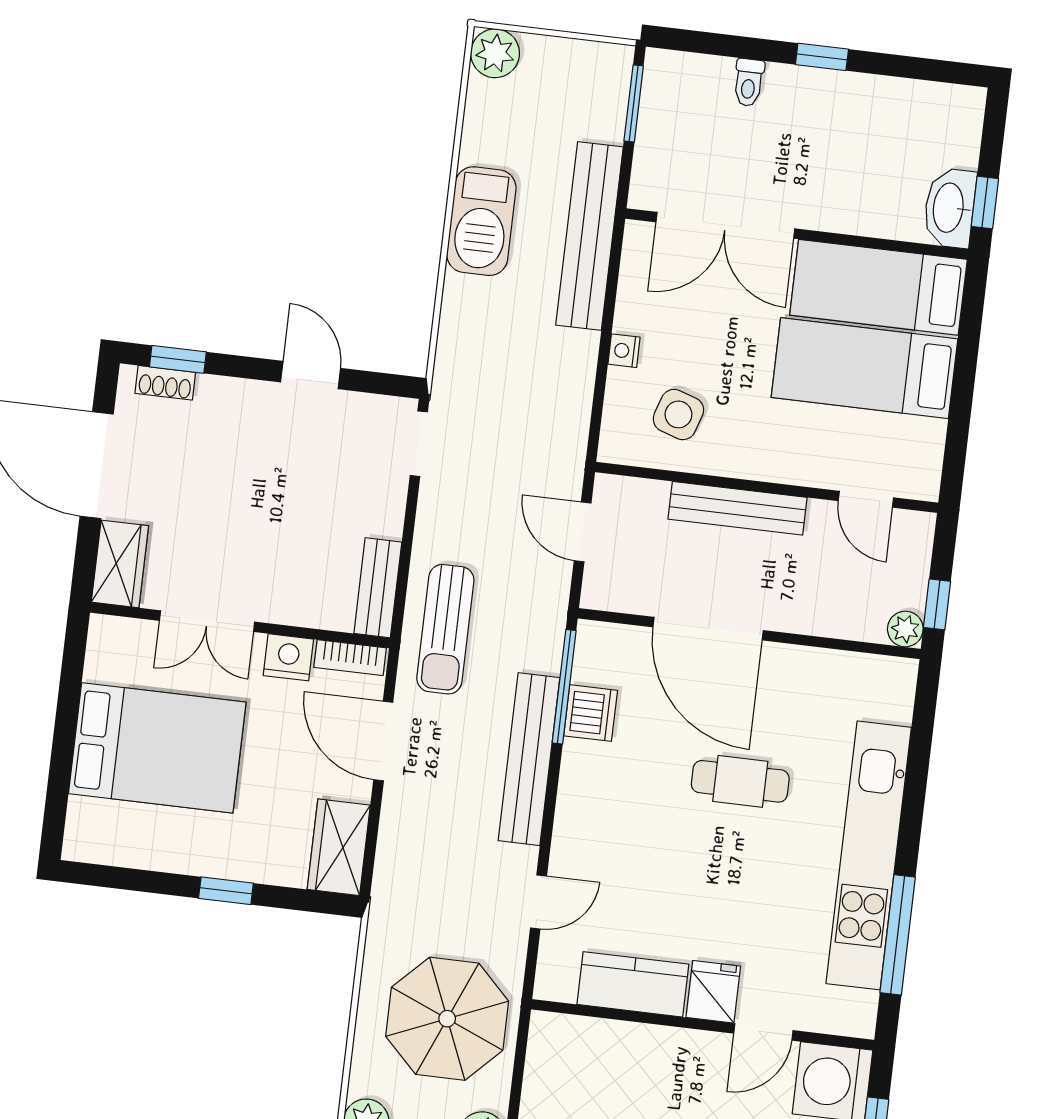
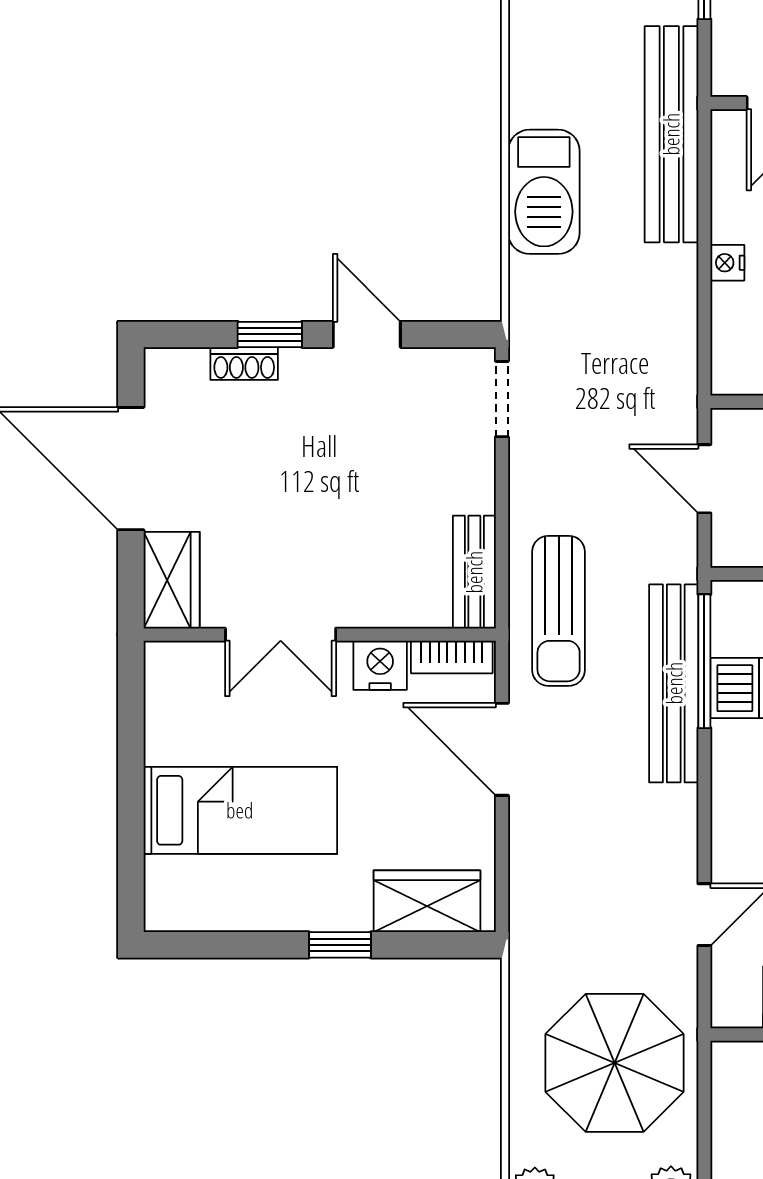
barbecue: (481, 221) -> (544, 192), moved
window: (178, 359) -> (270, 334), moved
shoe rack: (165, 383) -> (244, 363), moved
bed: (157, 748) -> (240, 810), width x0.67
bench: (529, 759) -> (674, 683), moved
wardrobe: (339, 847) -> (427, 901), moved, turned 90

